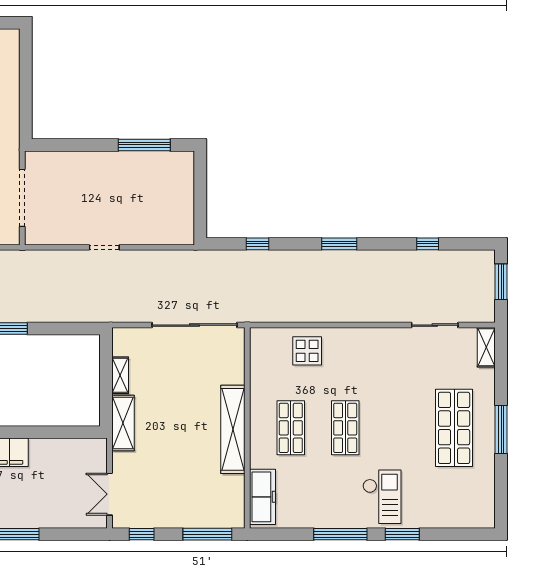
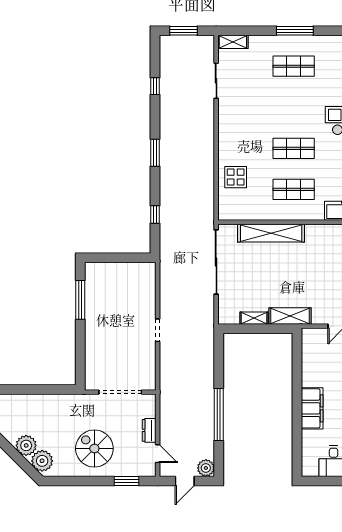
shop shelf: (454, 428) -> (294, 66), width x0.70, depth x0.74
shelving: (233, 429) -> (271, 233), moved

